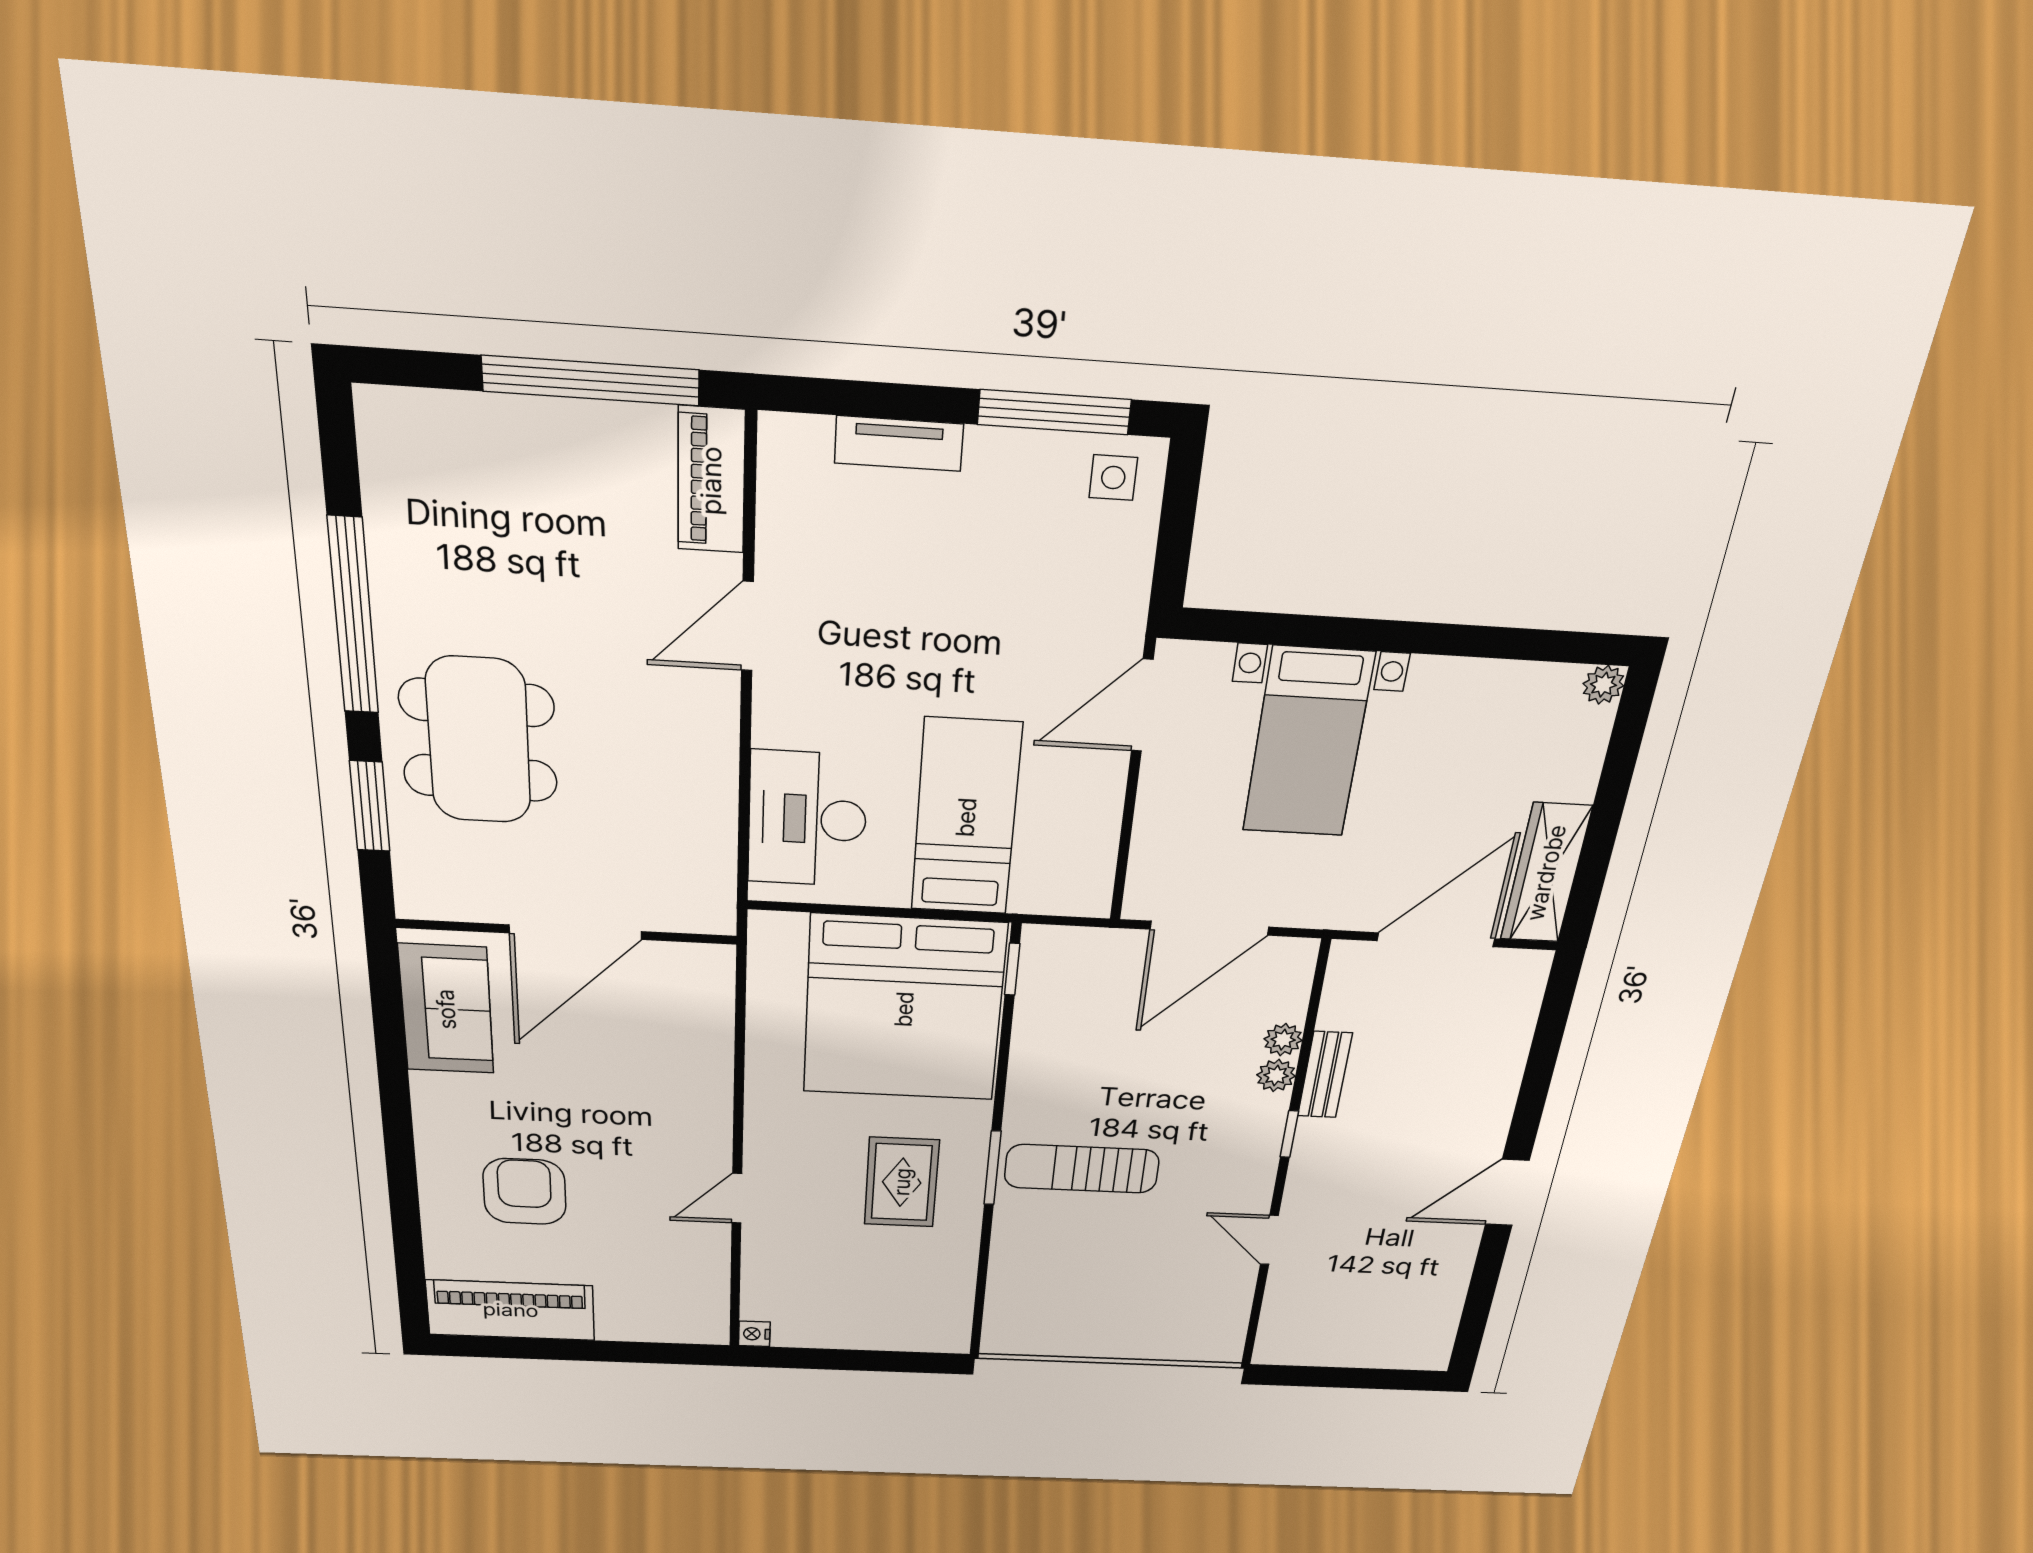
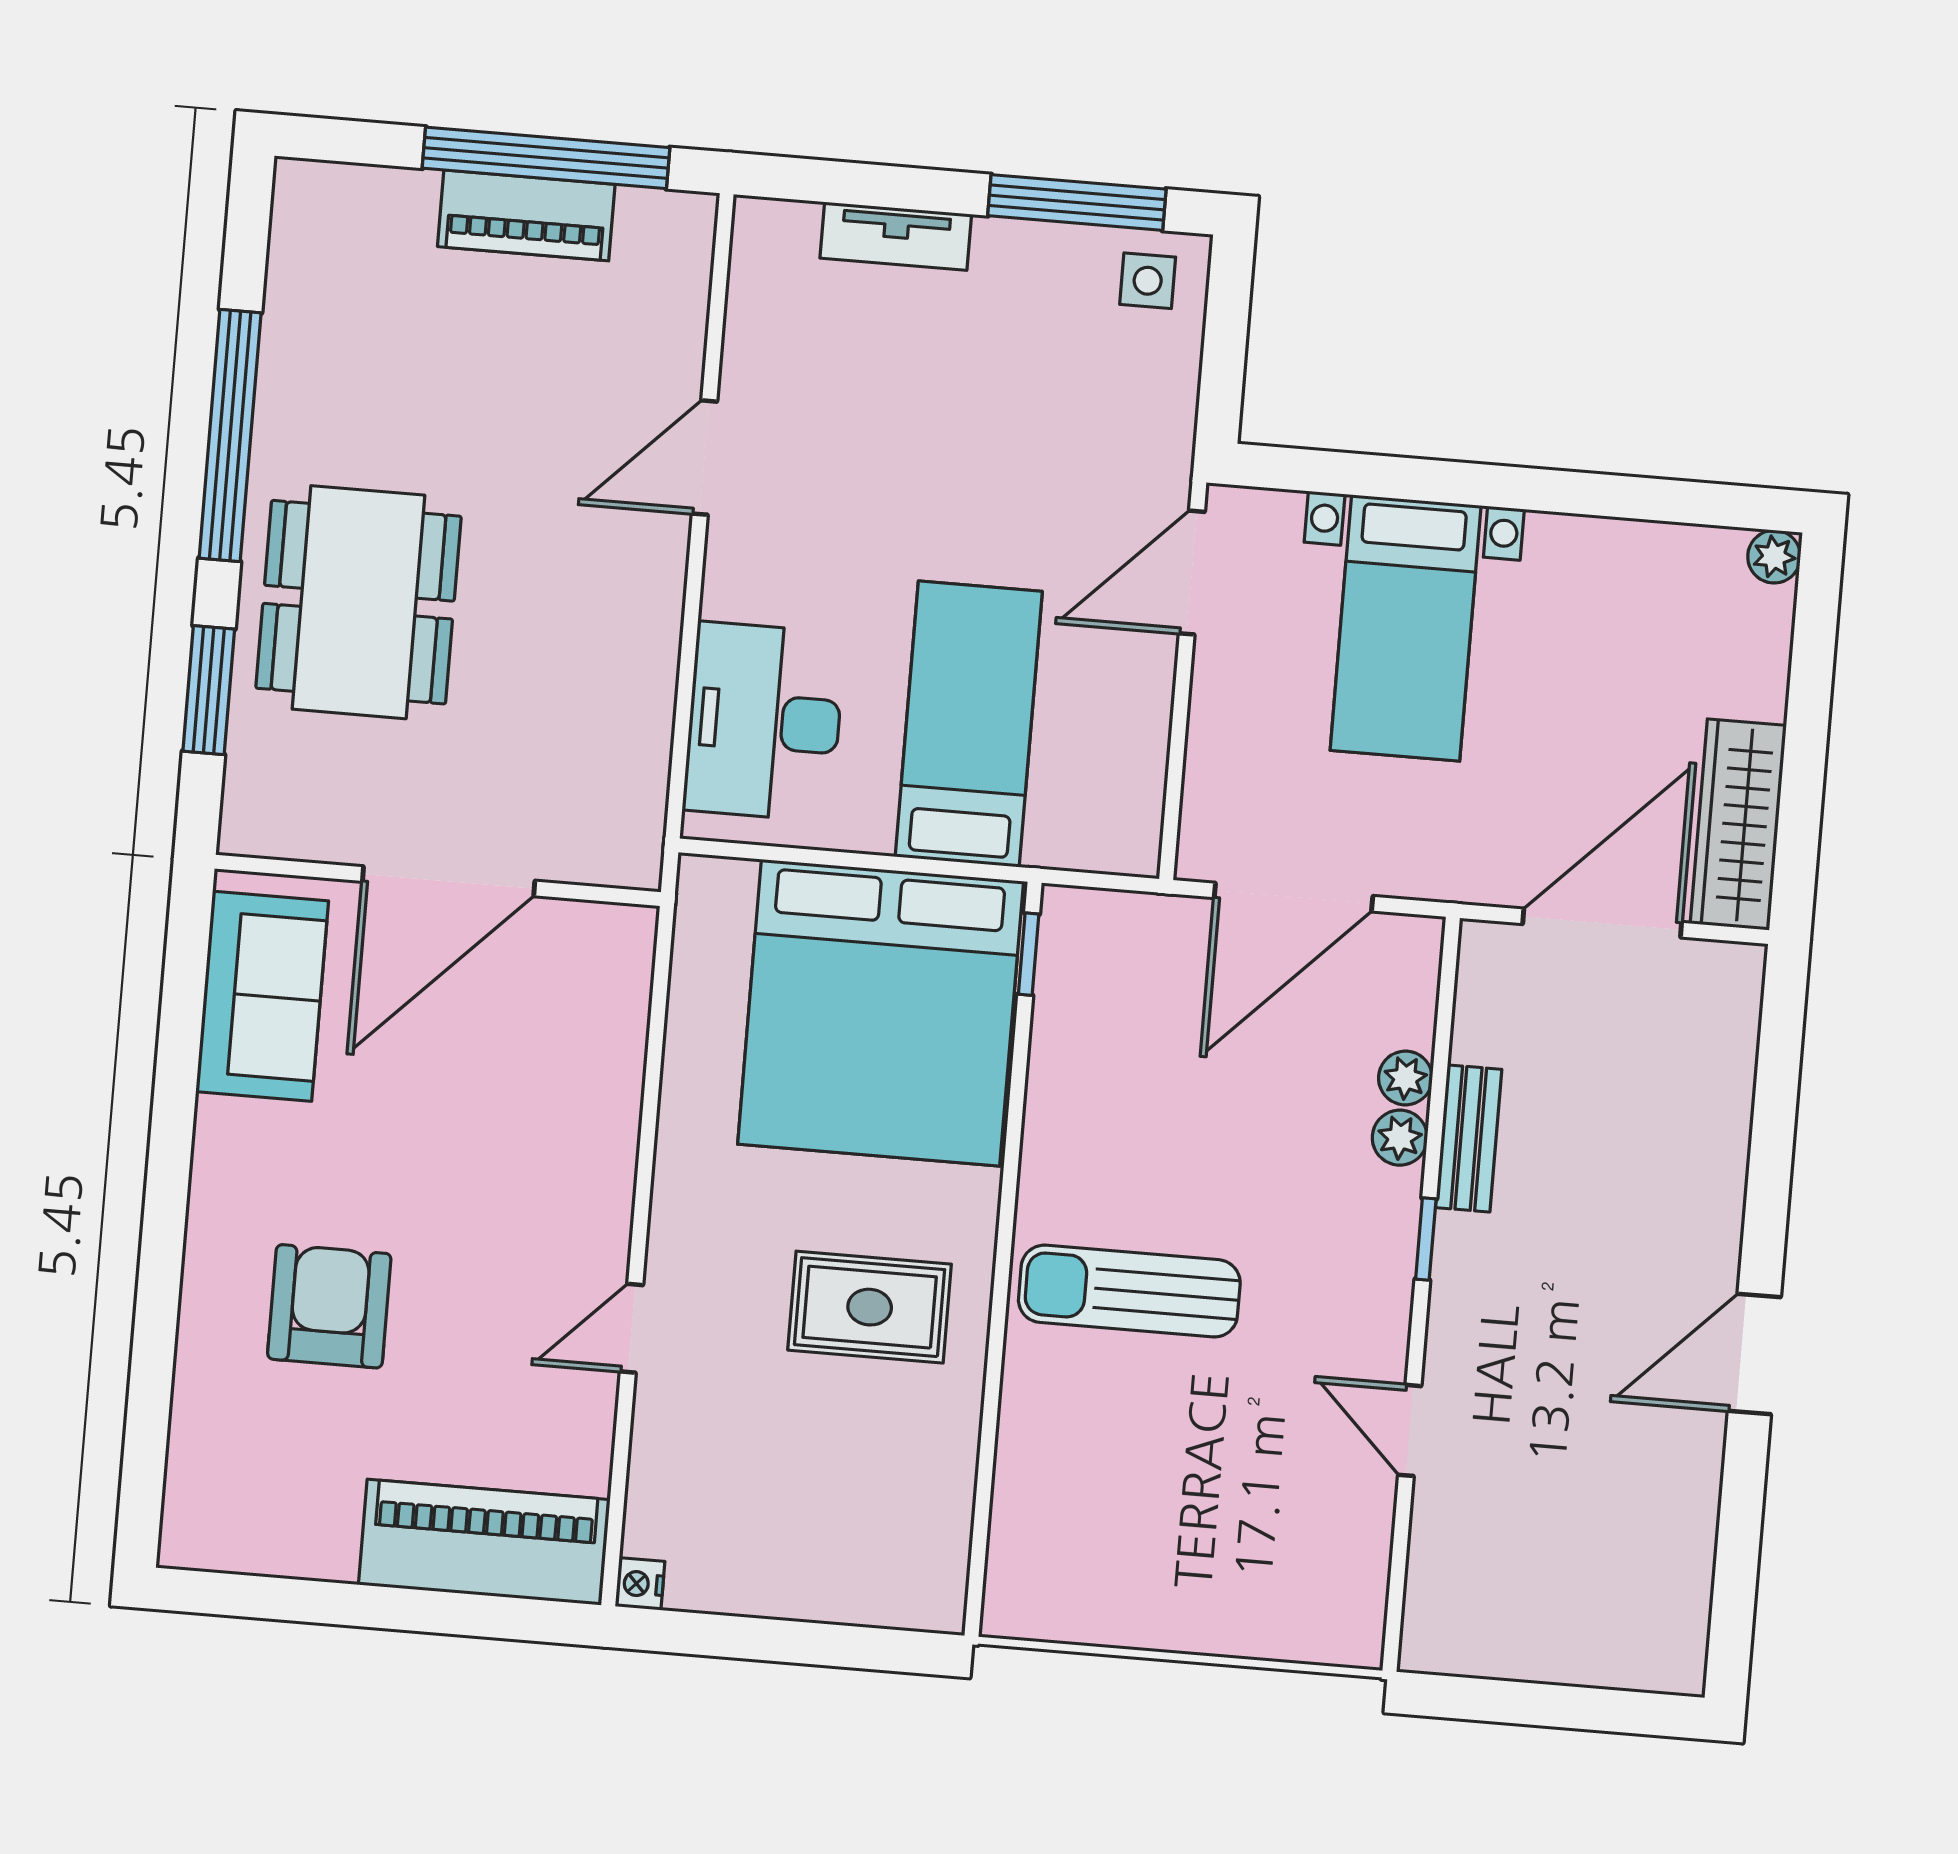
piano: (711, 480) -> (526, 215), moved, turned -90
window: (993, 1168) -> (1001, 1286), removed
rug: (902, 1182) -> (870, 1307), turned 90
piano: (511, 1310) -> (484, 1542), moved

